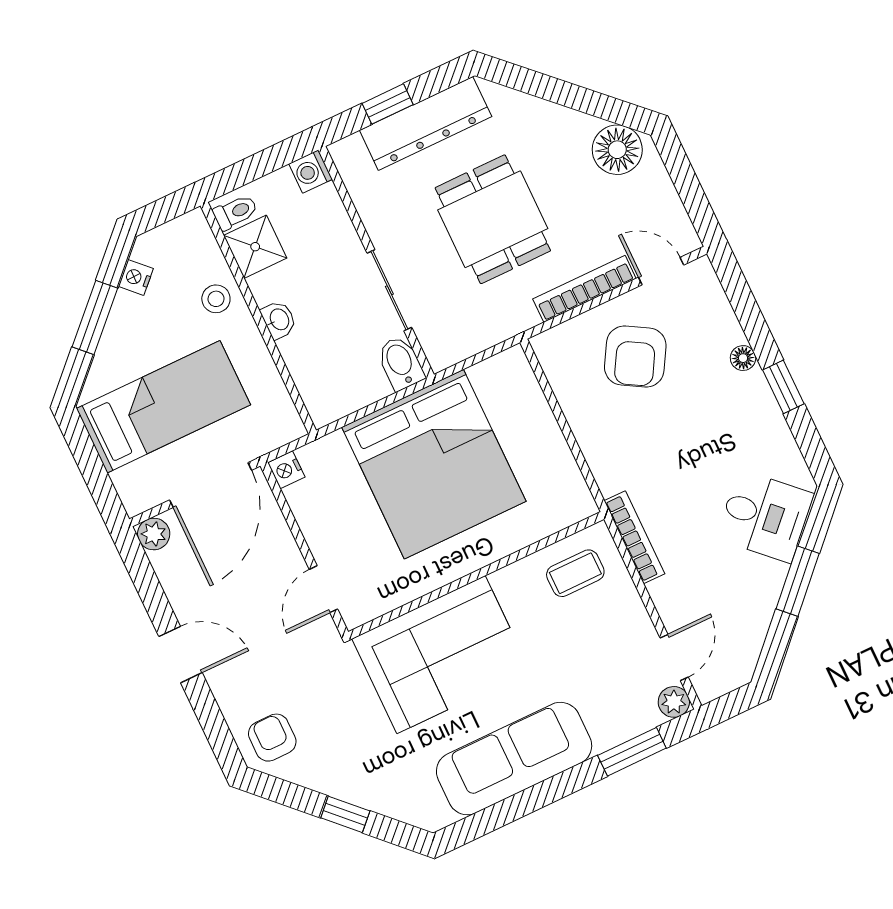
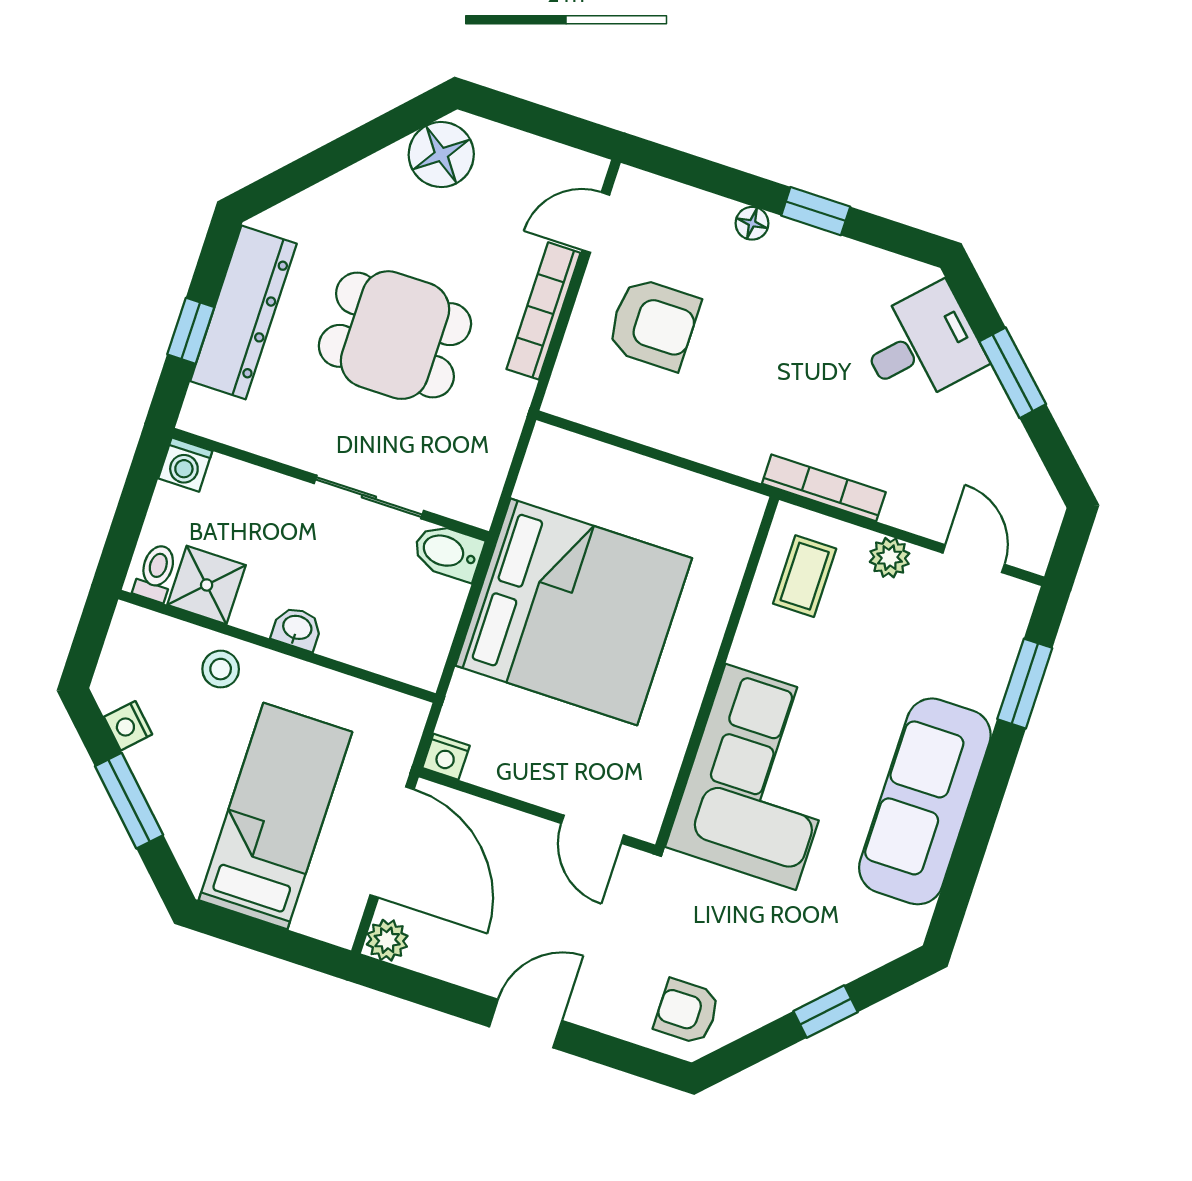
armchair: (635, 357) -> (653, 324), turned -30
plant: (674, 702) -> (890, 558), moved

